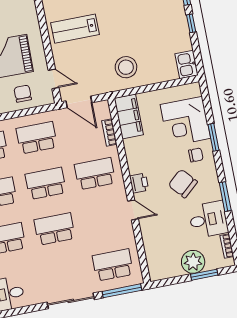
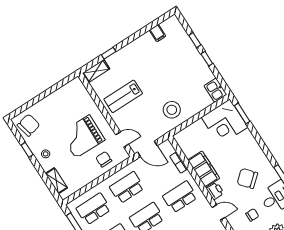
filing cabinet: (129, 116) -> (204, 169), moved
corner desk: (185, 121) -> (225, 122), moved
window: (214, 137) -> (242, 114), moved
chair: (196, 155) -> (252, 215), moved

